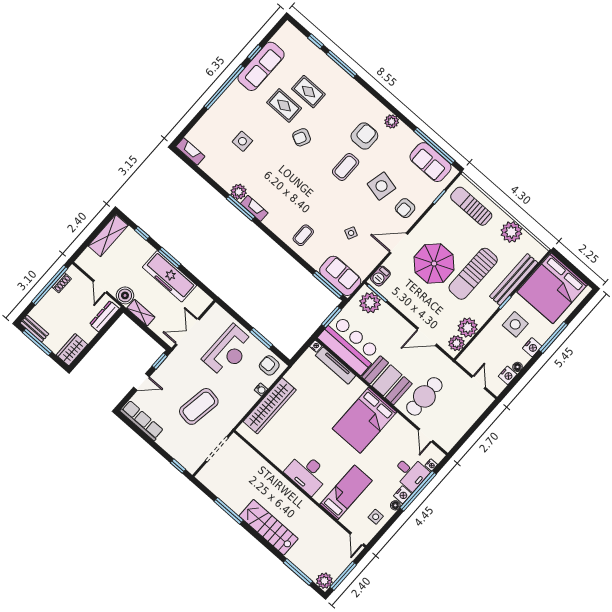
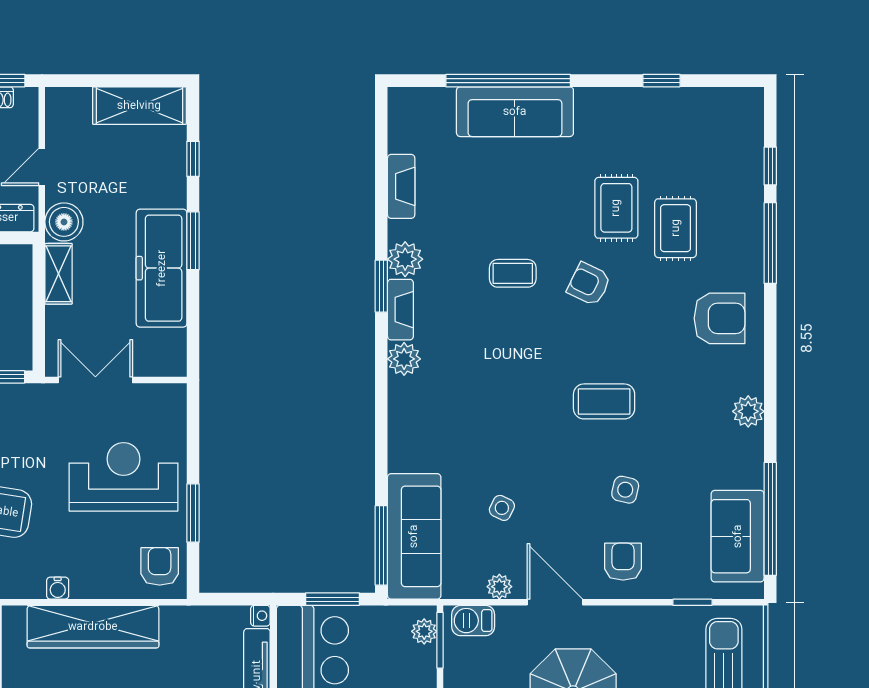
sofa: (261, 66) -> (515, 112), moved
window: (224, 87) -> (508, 81), moved
armchair: (364, 136) -> (719, 318), moved
side table: (242, 141) -> (495, 191), removed
fireplace: (190, 151) -> (401, 186), moved
side table: (382, 186) -> (625, 490), width x0.54, depth x0.54
window: (241, 208) -> (381, 286), width x0.69
armchair: (405, 208) -> (623, 562), turned 90
plant: (272, 222) -> (404, 359), added
coffee table: (303, 235) -> (513, 273), moved
plant: (377, 257) -> (499, 587), added
sofa: (340, 276) -> (414, 536), width x1.36
plant: (370, 303) -> (424, 631), width x0.53, depth x0.53
reception desk: (228, 351) -> (123, 477), turned 180
water cooler: (261, 390) -> (58, 588), moved

